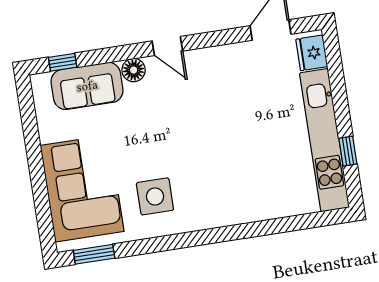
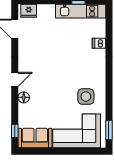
sofa: (87, 86) -> (35, 138), moved, turned -90
kitchen unit: (324, 140) -> (81, 11), width x0.73
dishwasher: (268, 207) -> (99, 43), added

